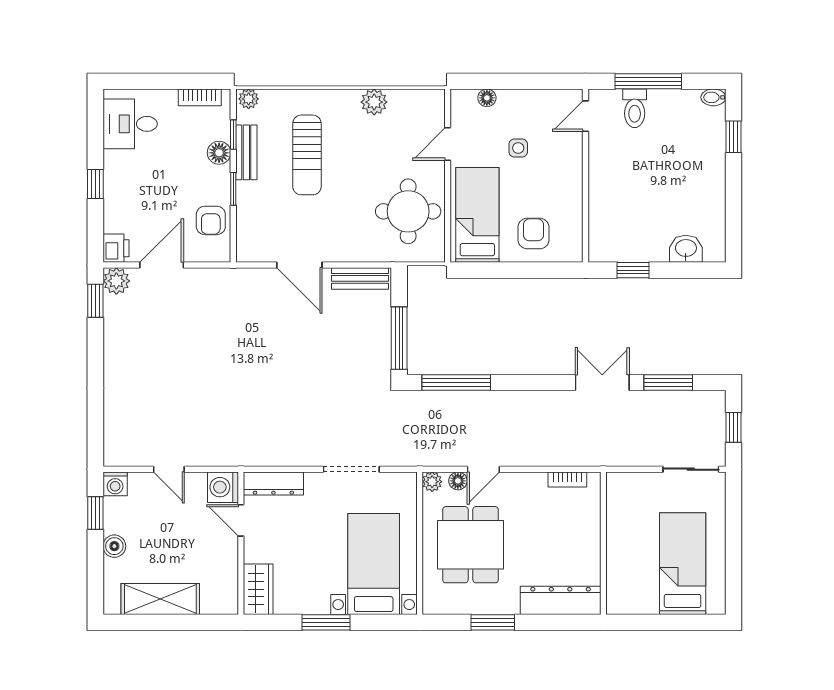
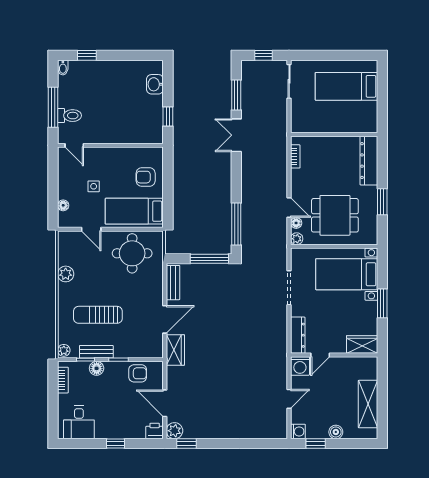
sun lounger: (307, 155) -> (98, 315), turned 180
wardrobe: (249, 282) -> (175, 350), added

